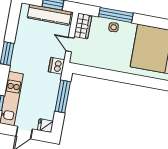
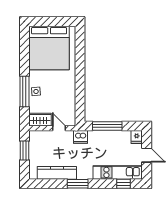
kitchen counter: (49, 15) -> (57, 173), moved, turned -90
door: (70, 44) -> (59, 128), swing flipped

